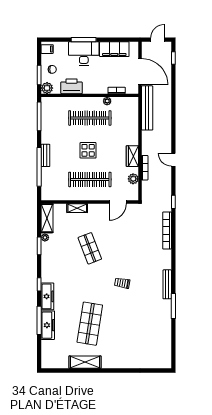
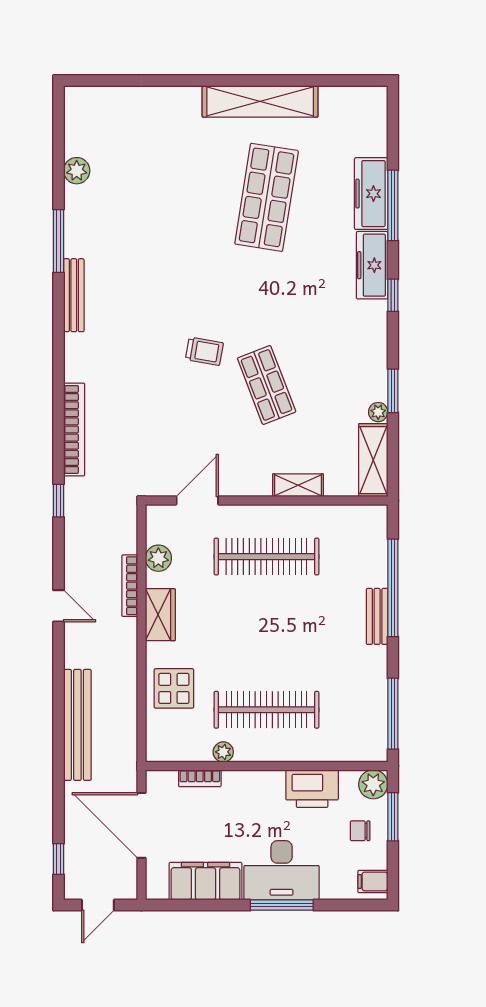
bench: (147, 108) -> (77, 725), moved
display table: (88, 150) -> (174, 688), moved
trolley: (122, 283) -> (204, 351), moved
plant: (166, 334) -> (77, 171), added
shelving: (85, 362) -> (260, 101), width x1.47

